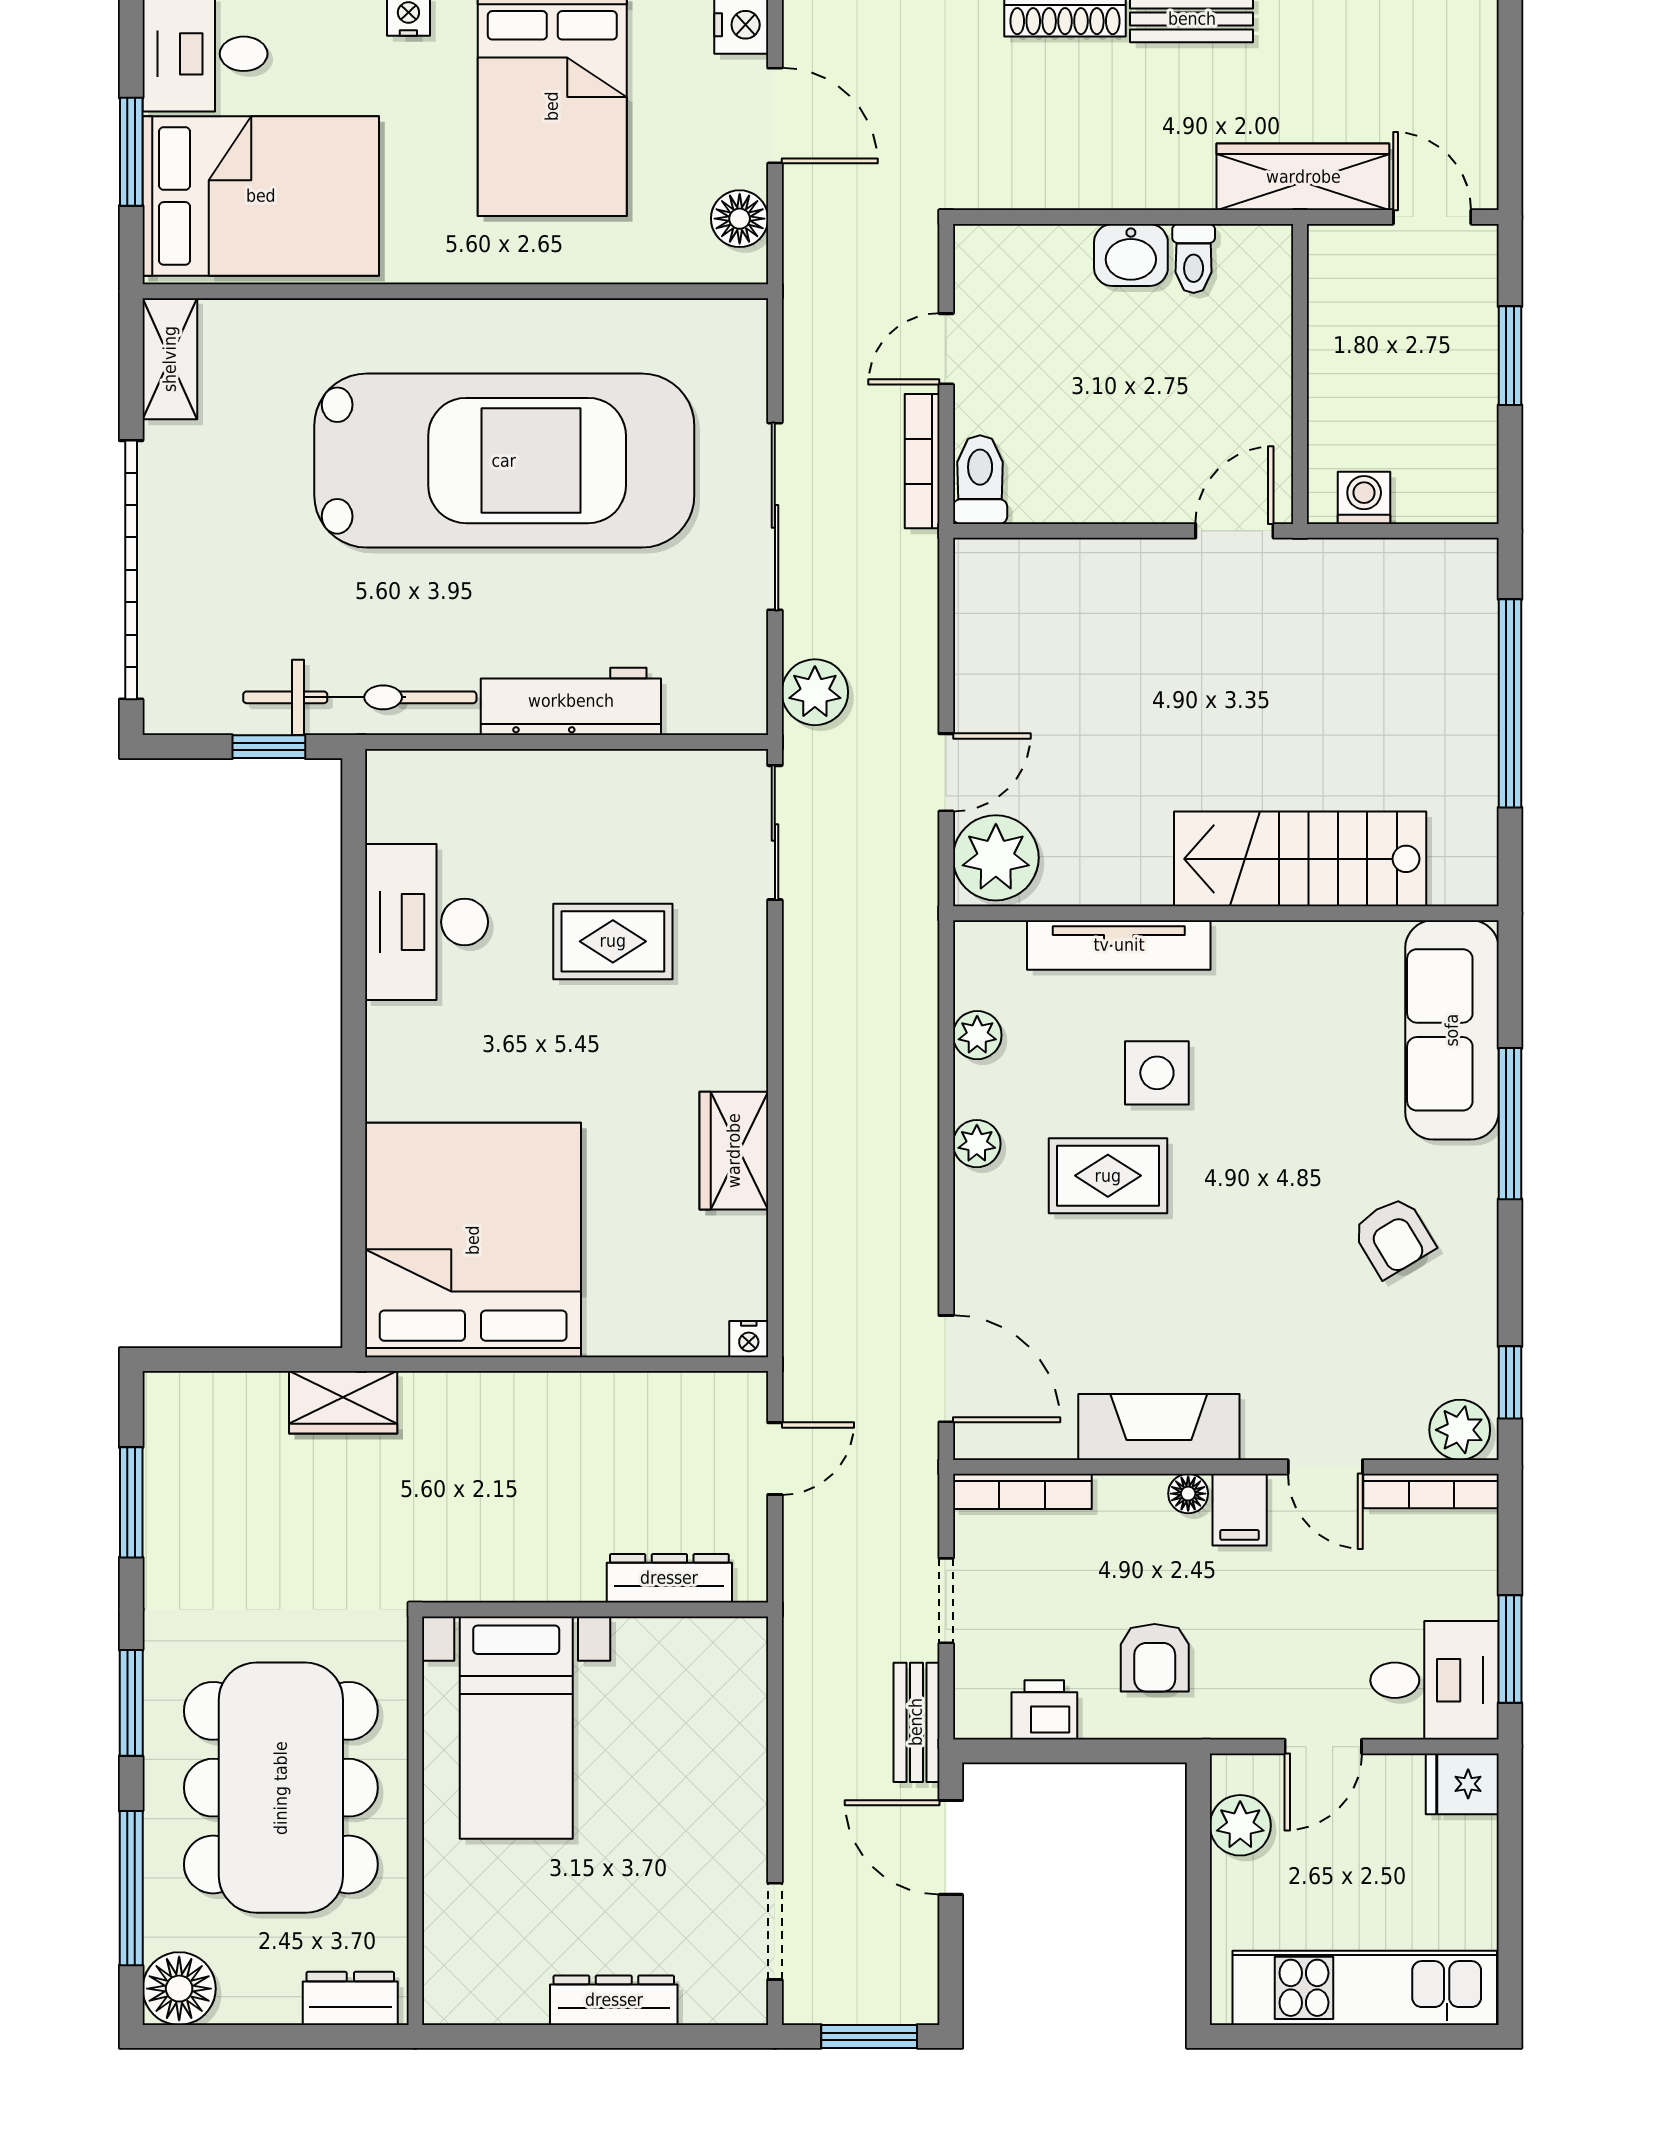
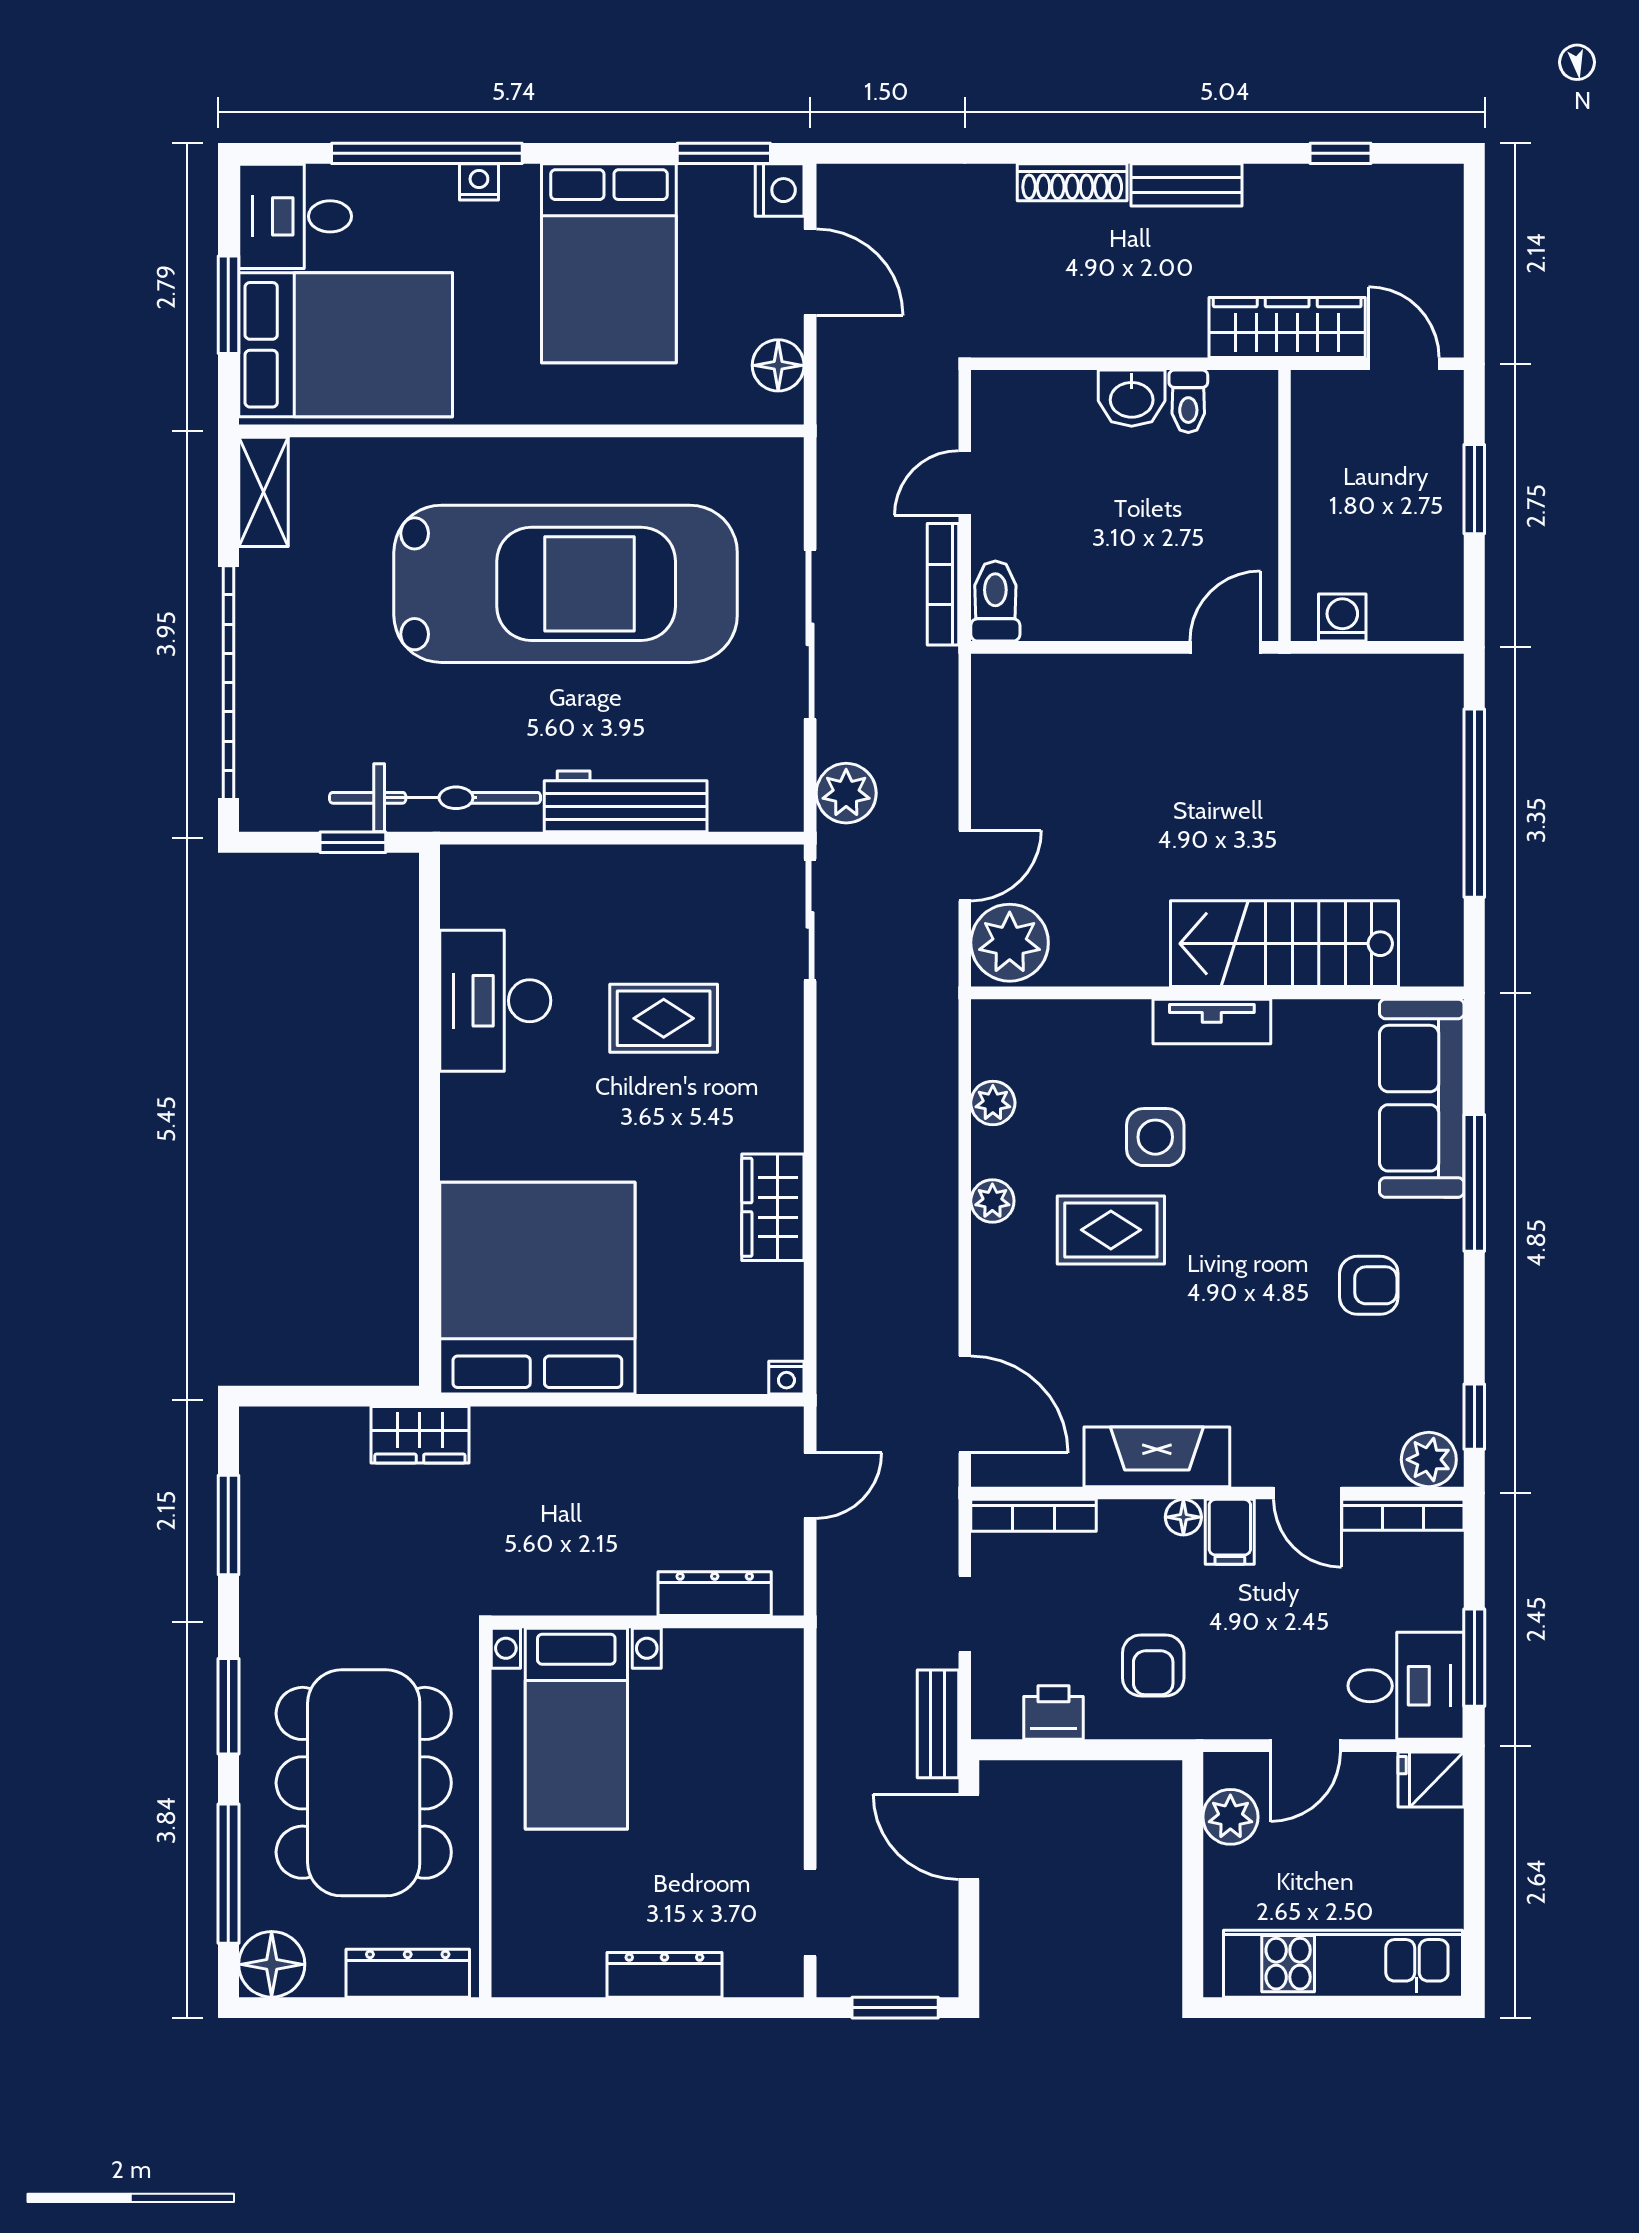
tv unit: (1119, 945) -> (1212, 1021), moved, width x0.71
armchair: (1393, 1237) -> (1369, 1285), turned -59
dresser: (350, 1998) -> (408, 1973), width x1.44

